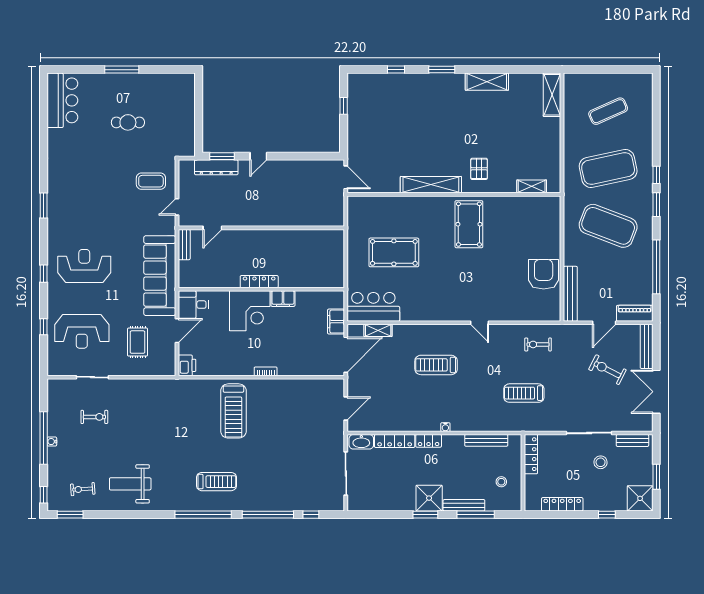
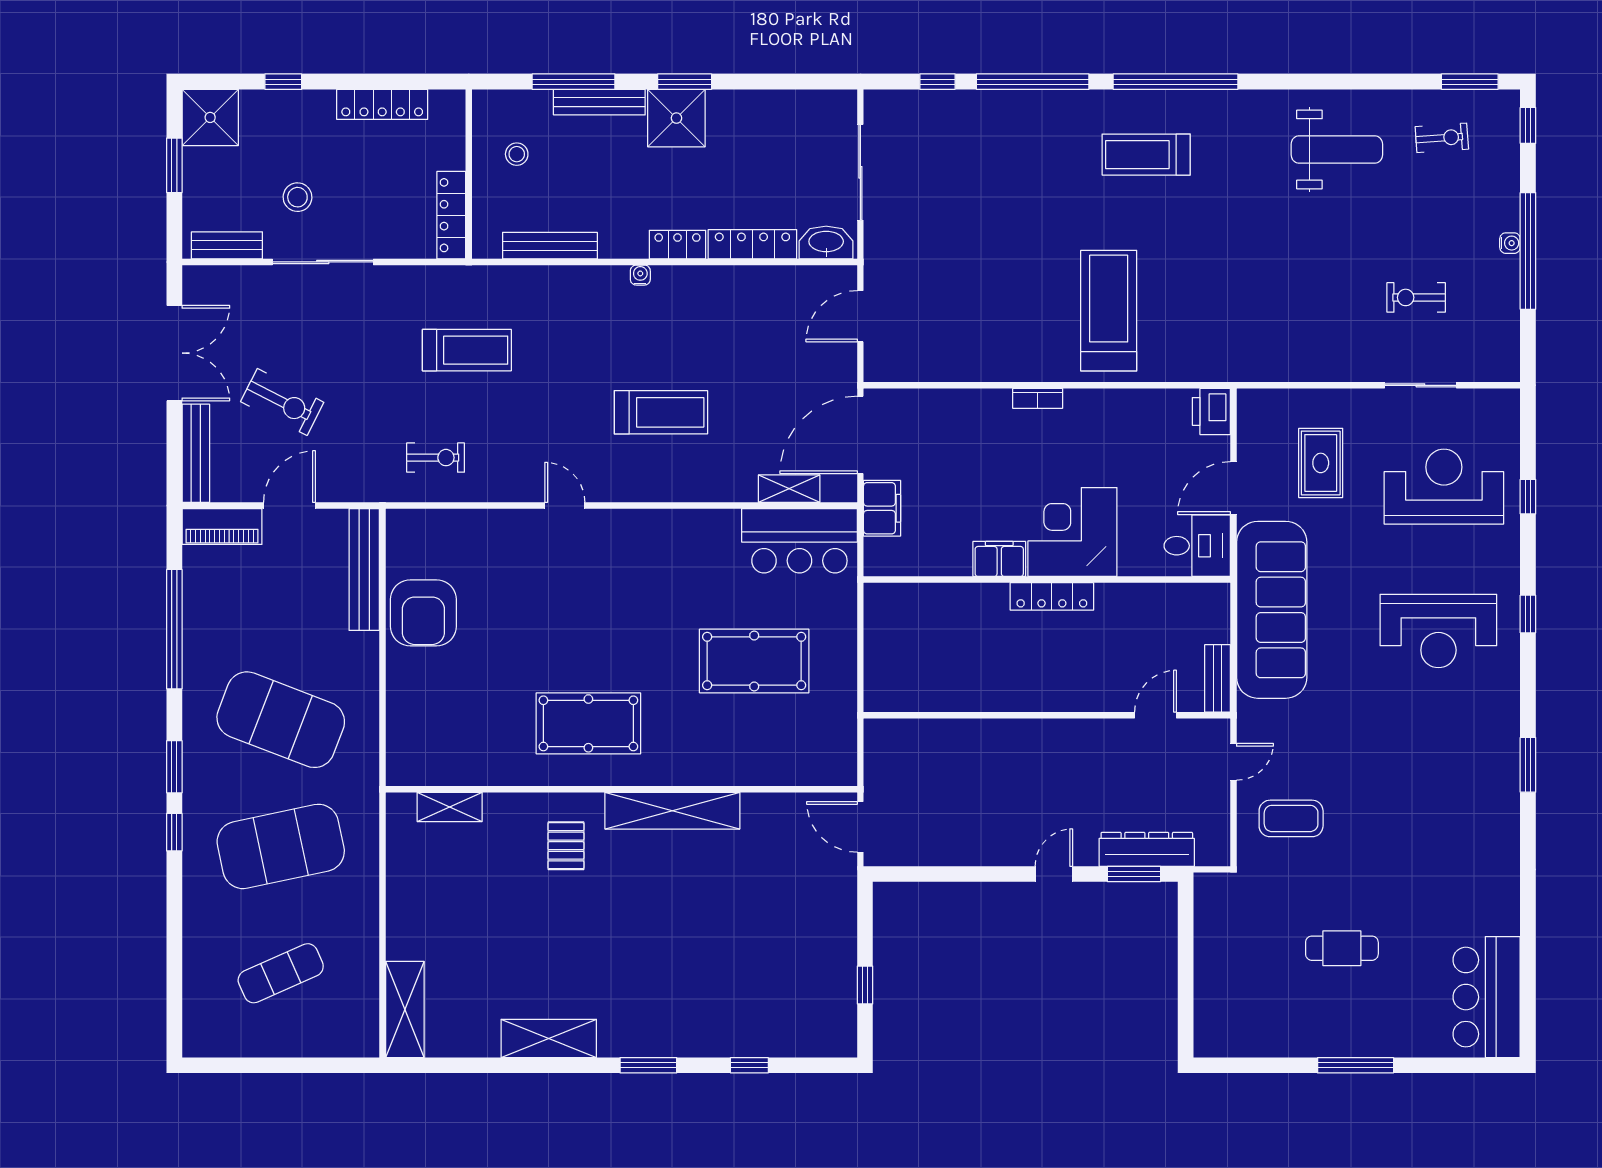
pool table: (469, 224) -> (588, 723), turned 90

